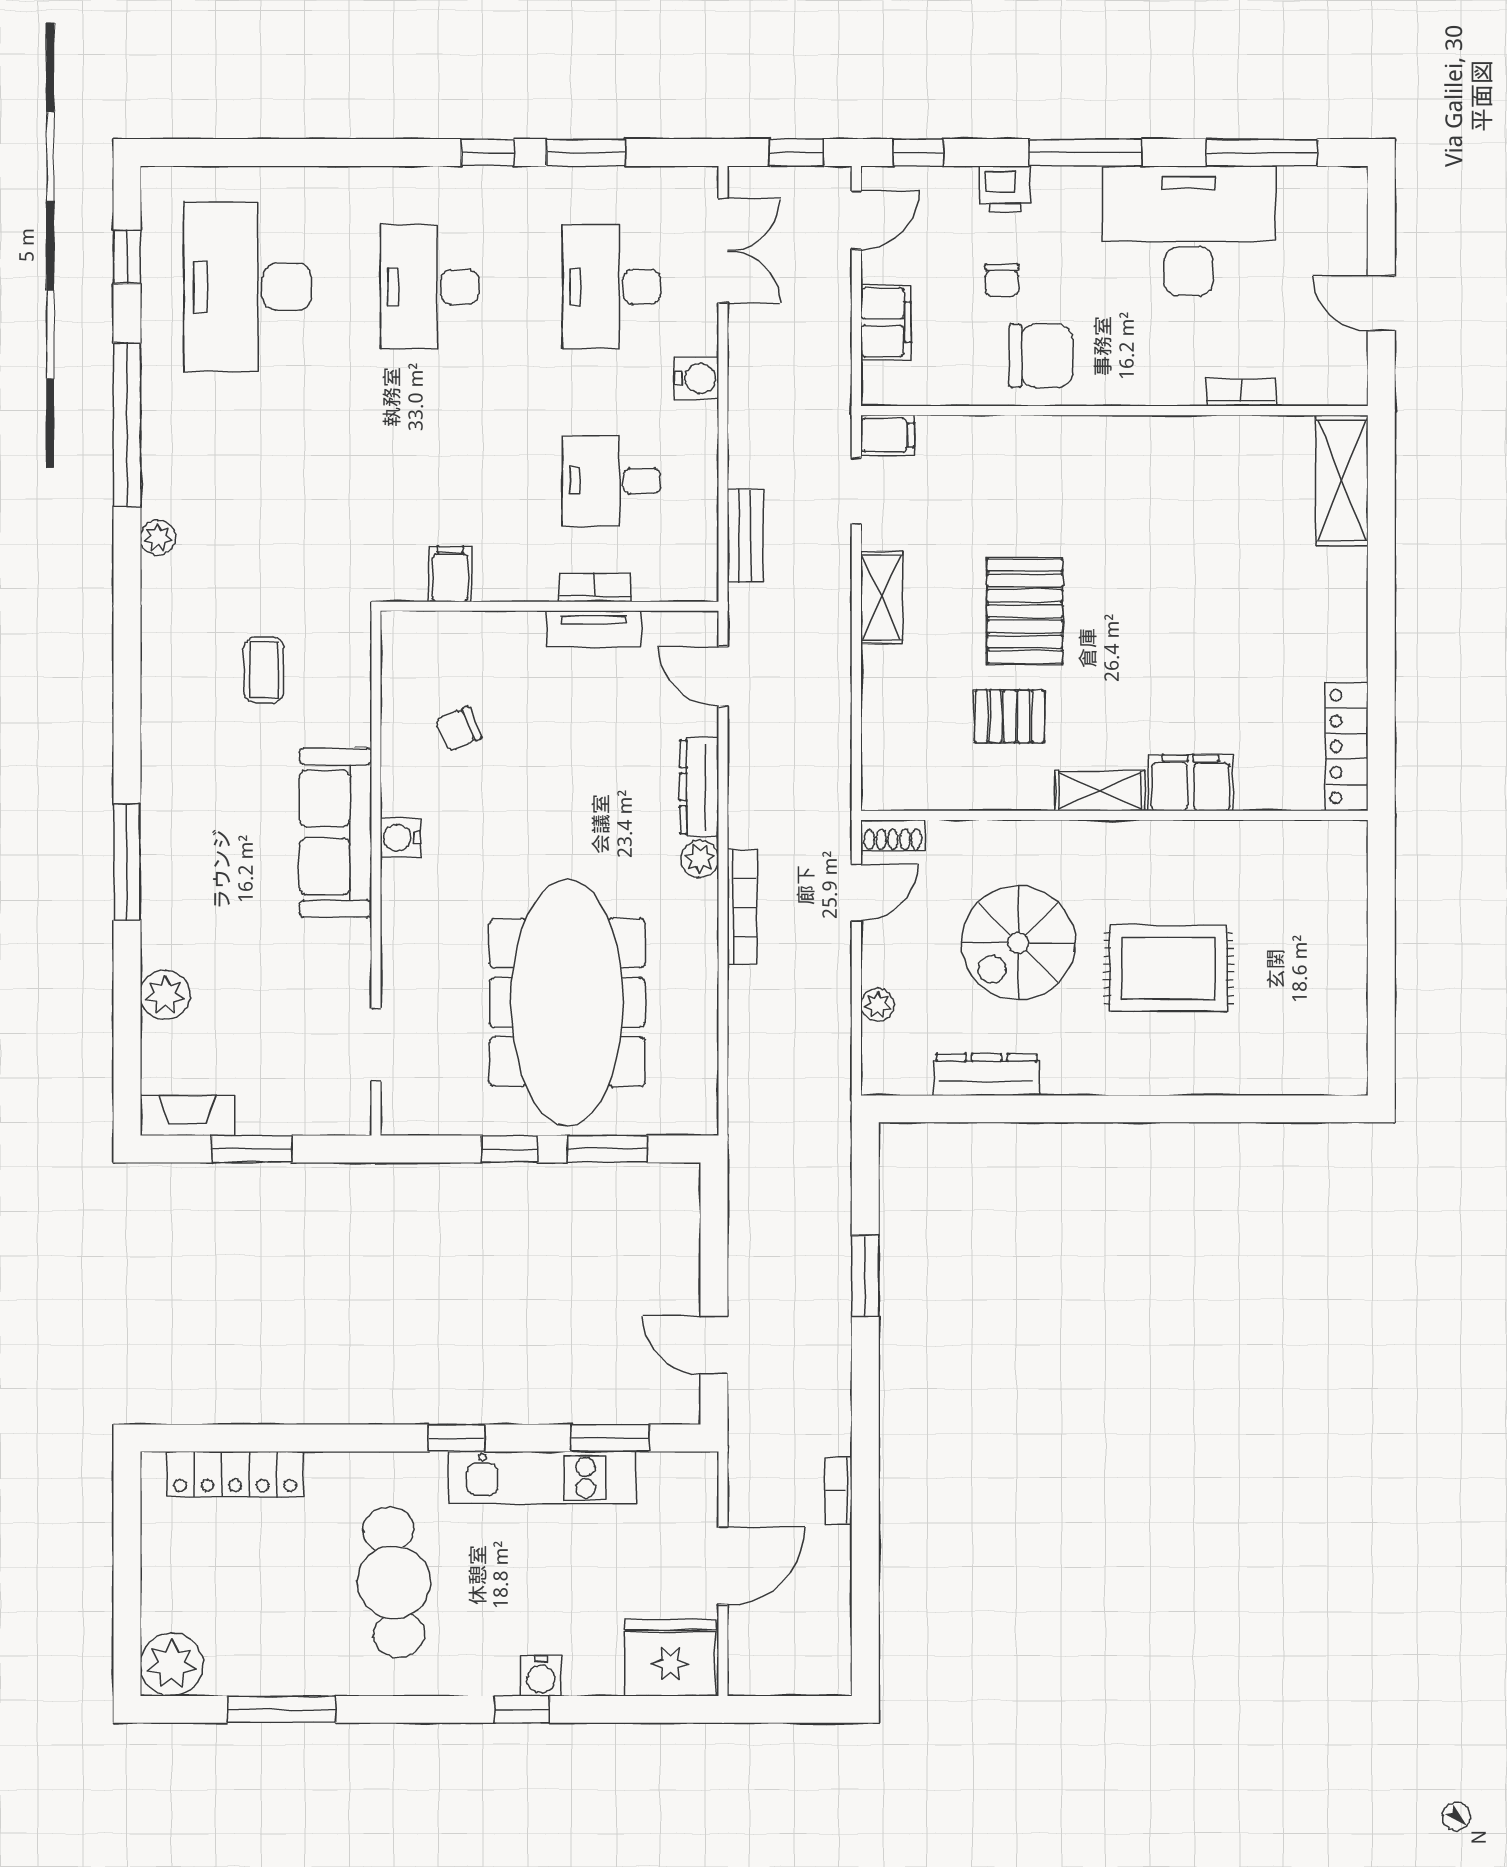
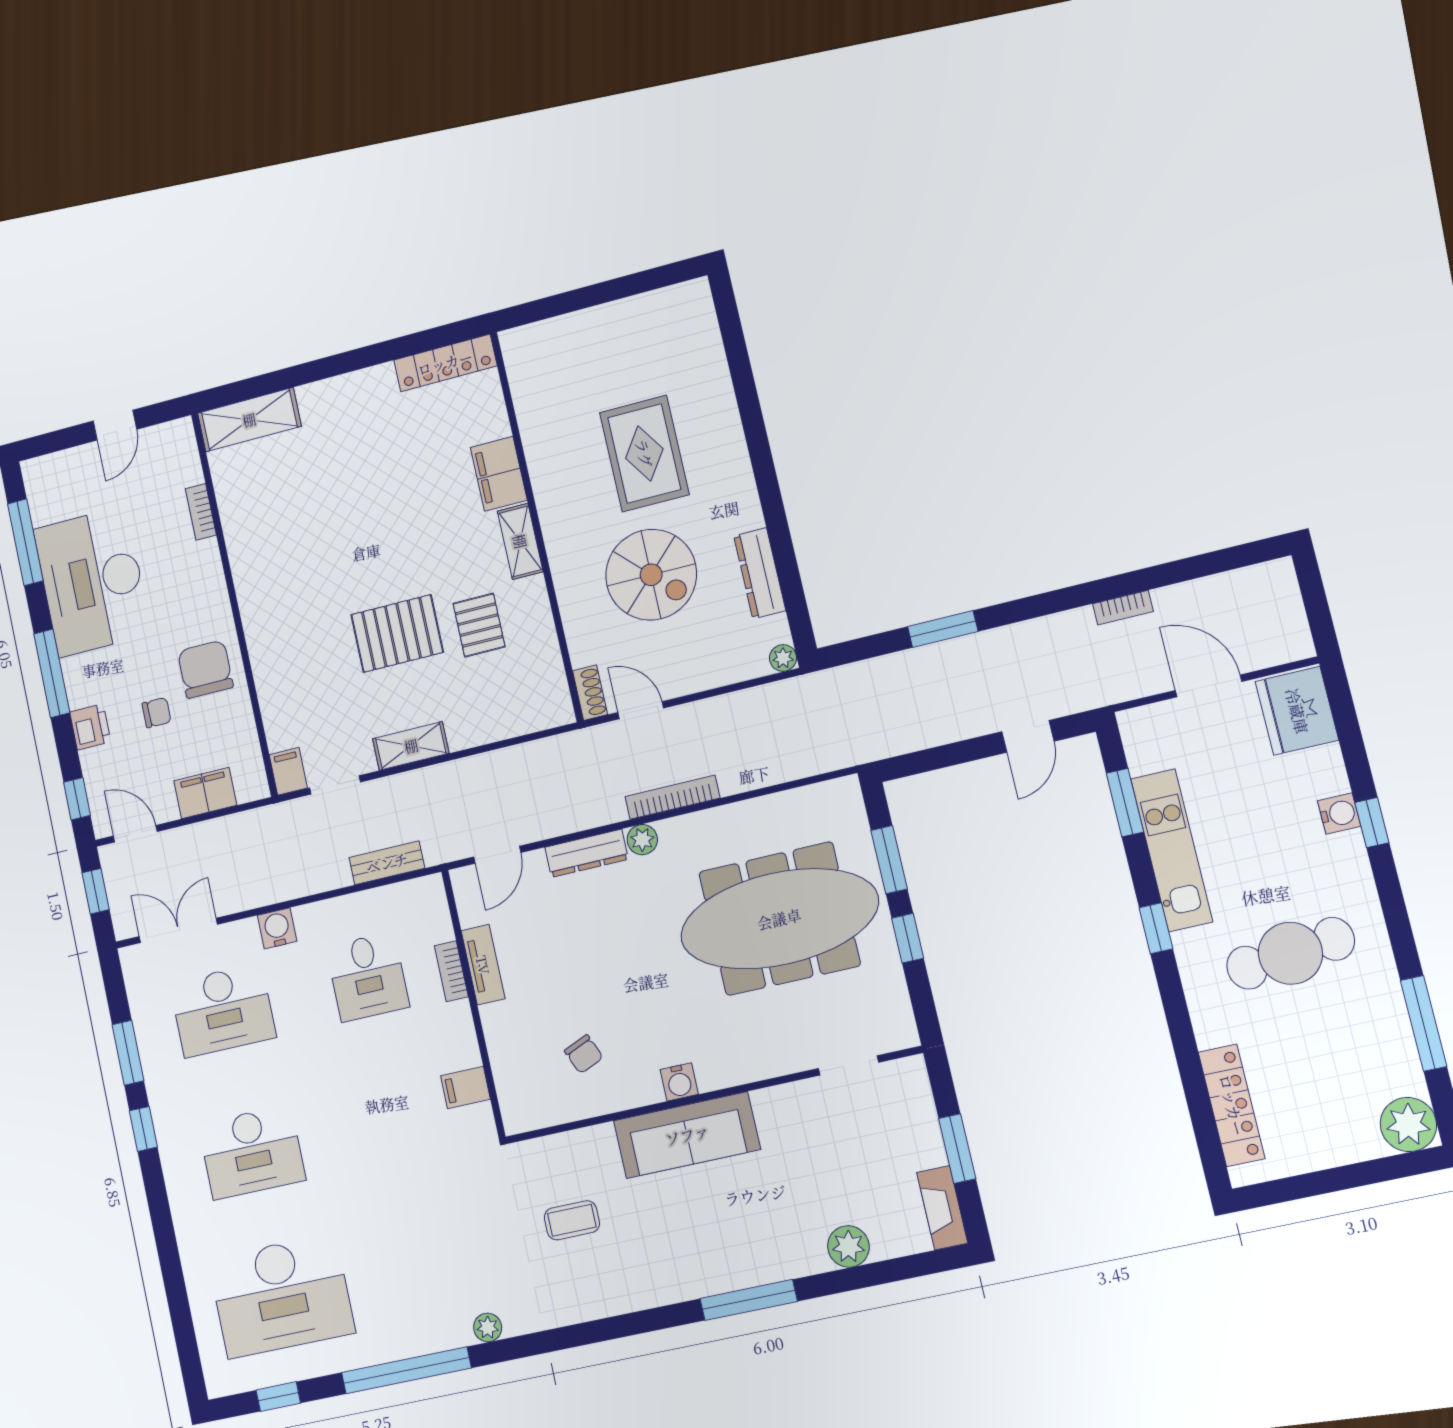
plant: (877, 1005) -> (783, 658), moved

